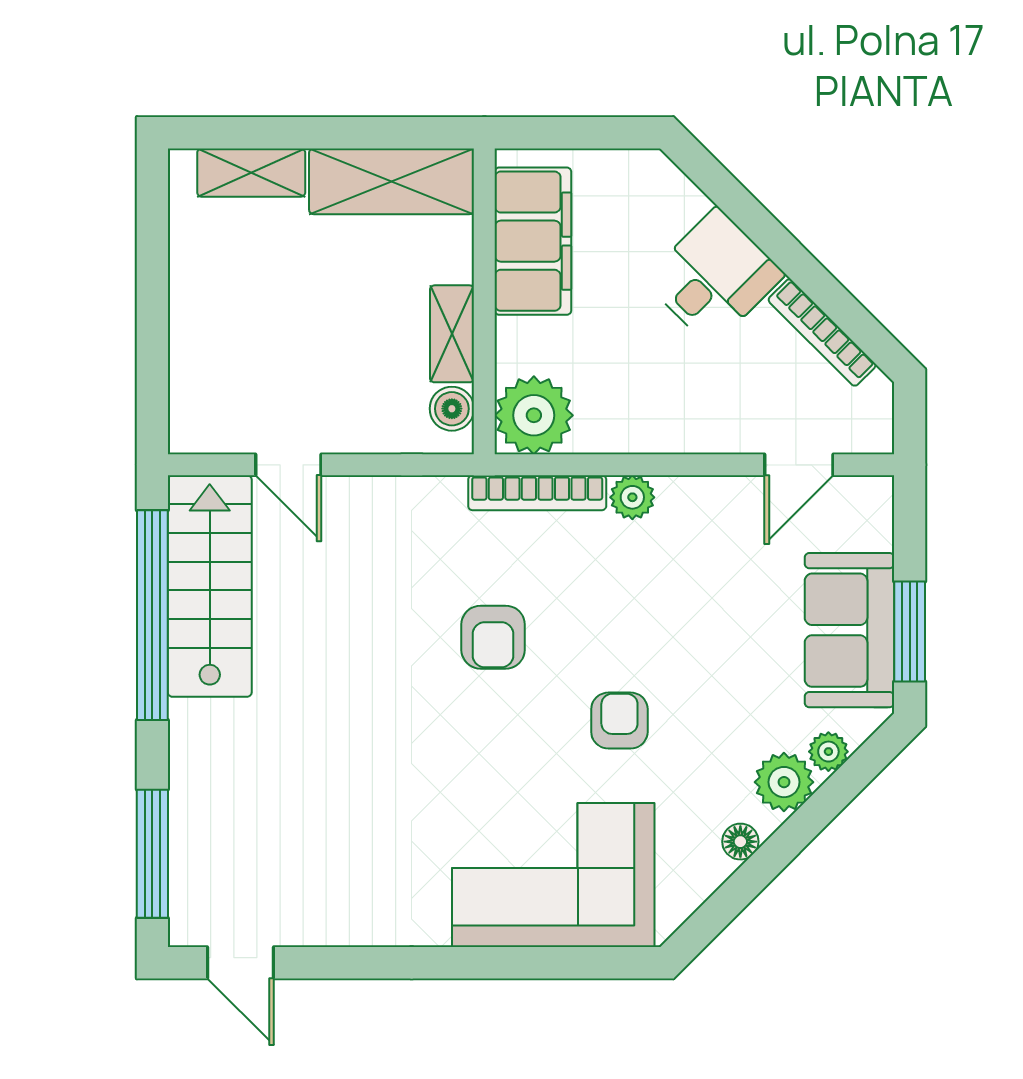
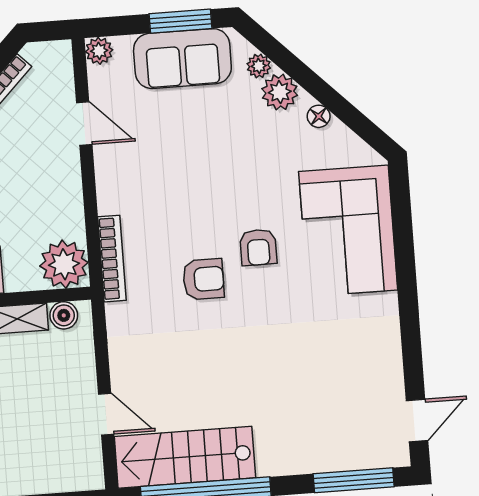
door: (288, 465) -> (106, 414), hinge flipped
door: (799, 465) -> (84, 124), moved
plant: (632, 497) -> (99, 51), moved
armchair: (619, 721) -> (258, 247), moved, turned -90

